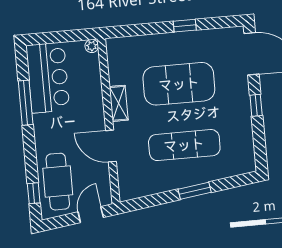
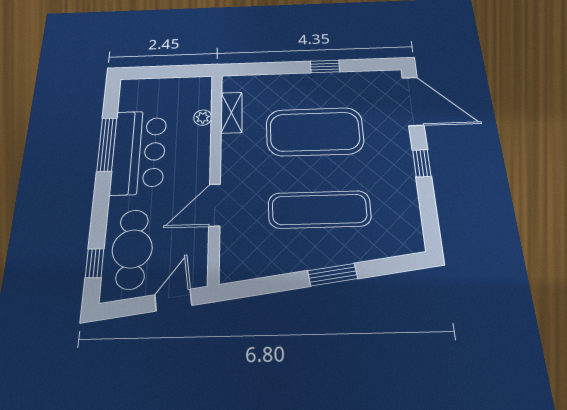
plant: (92, 46) -> (203, 118), moved
bar counter: (48, 78) -> (139, 152), moved
shelving: (119, 103) -> (231, 113), moved
door: (111, 146) -> (215, 205), hinge flipped

